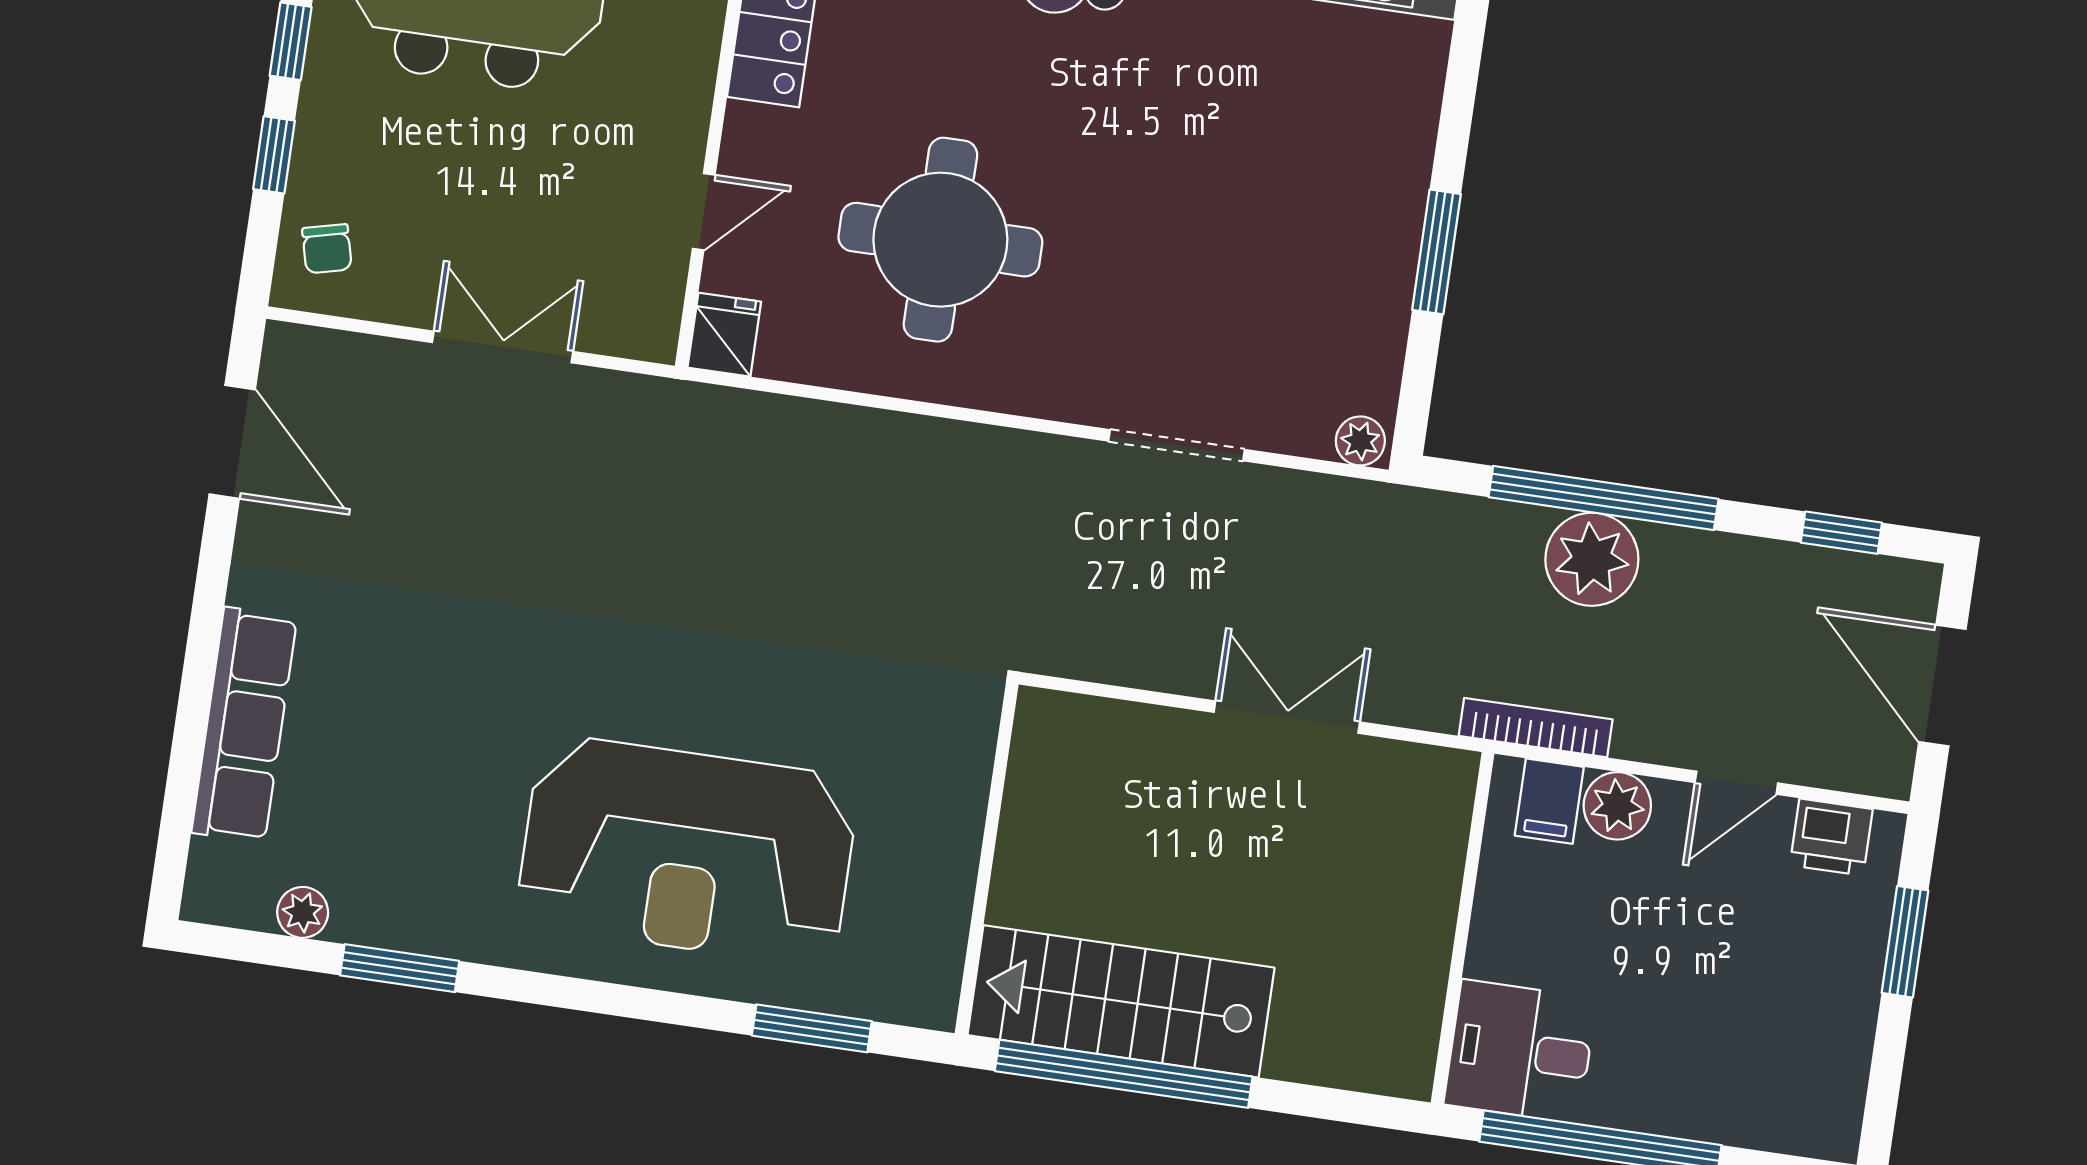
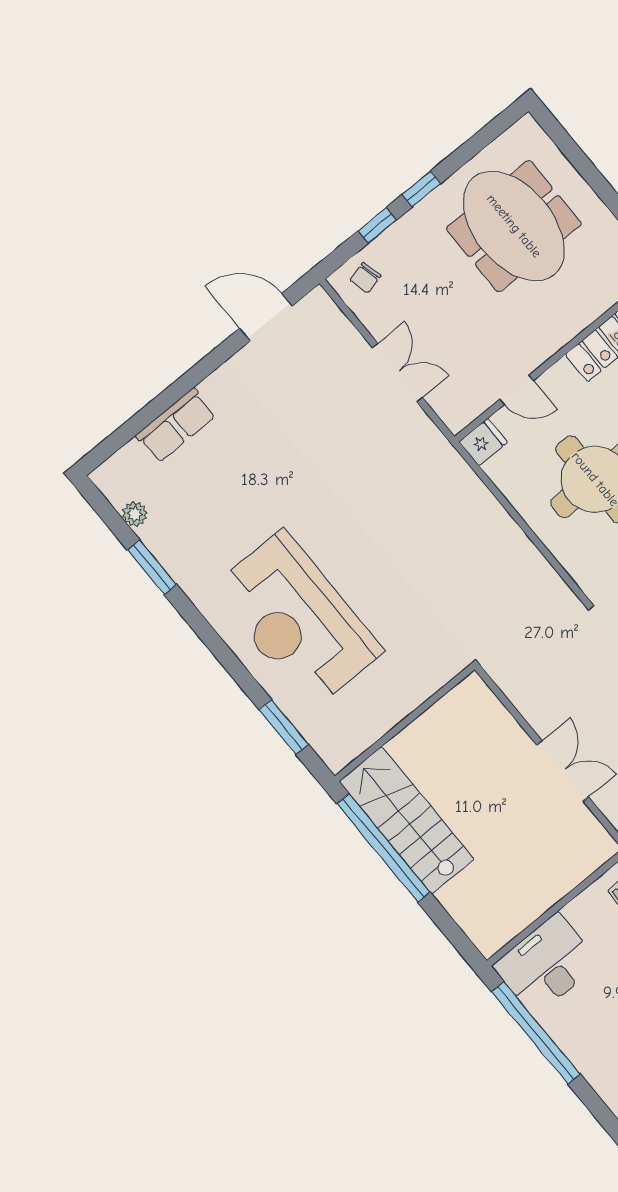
door: (232, 442) -> (266, 317), swing flipped
row of seats: (244, 725) -> (176, 425), width x0.68
desk: (1520, 1051) -> (546, 965), width x1.37

